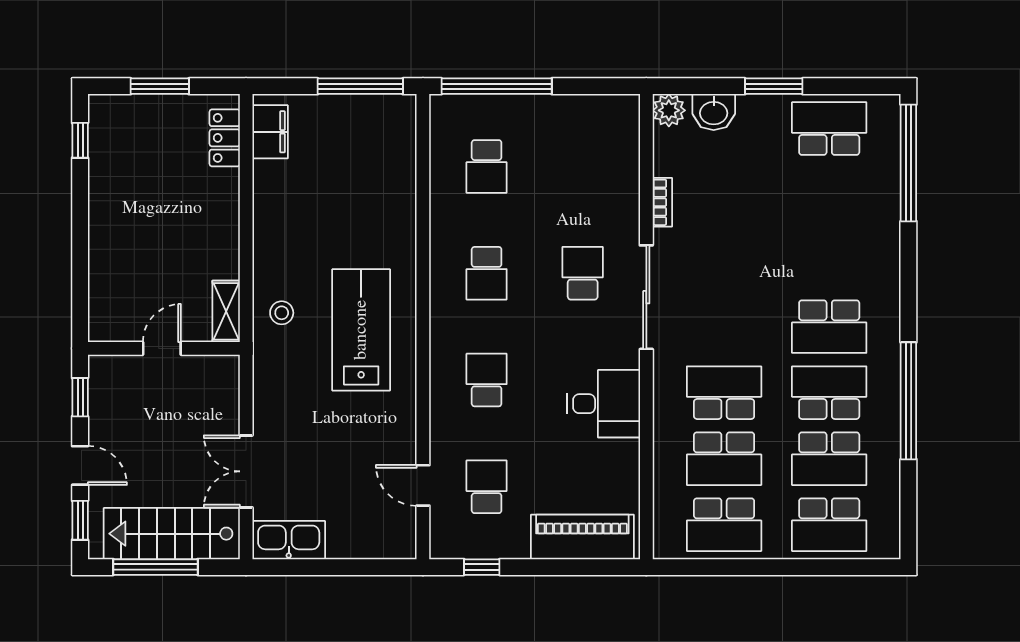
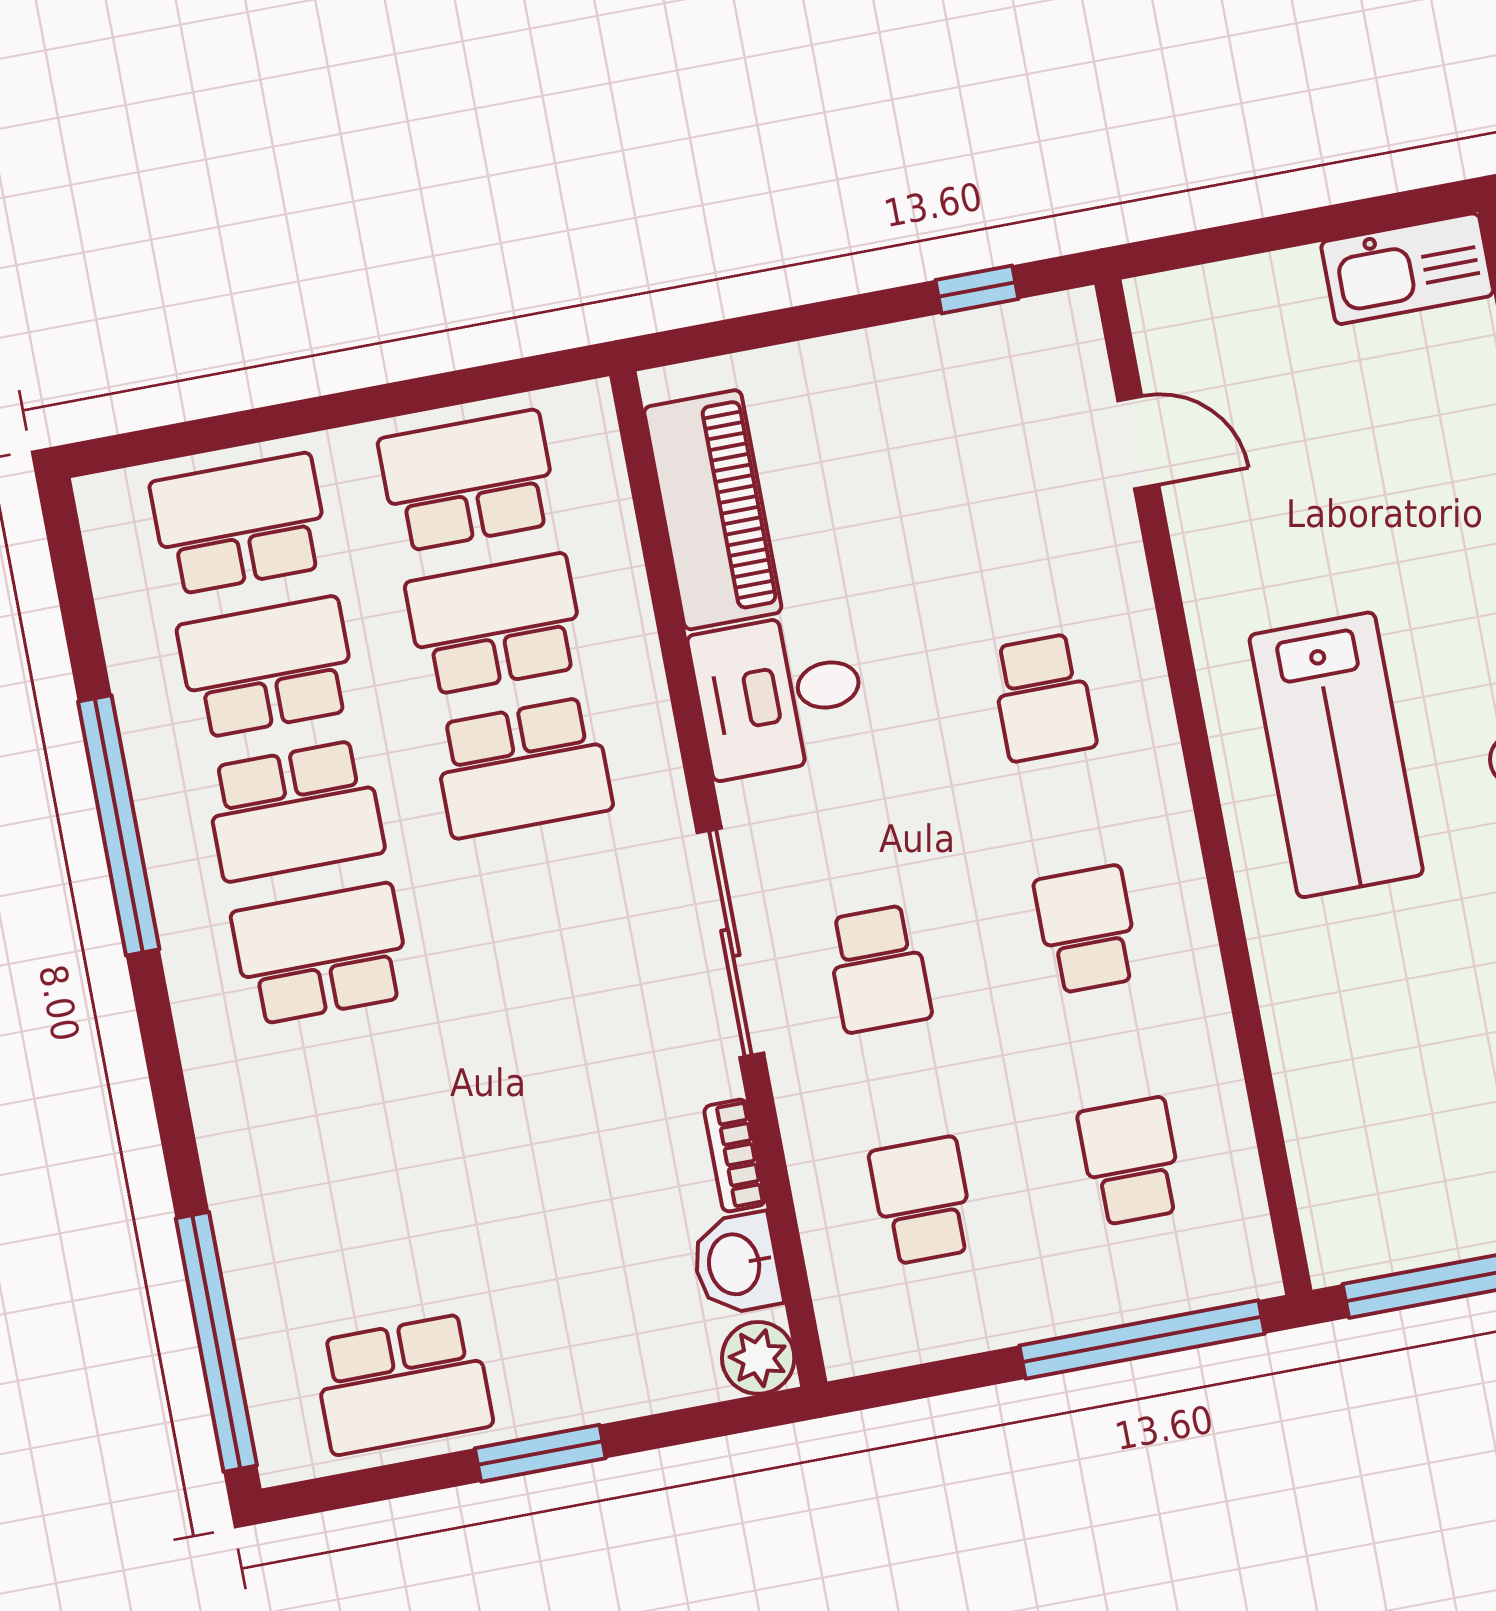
washbasin: (714, 112) -> (736, 1264), moved, turned -90
school desk: (487, 487) -> (922, 1201), moved, turned 180
piano: (582, 537) -> (713, 510), moved, turned -90

